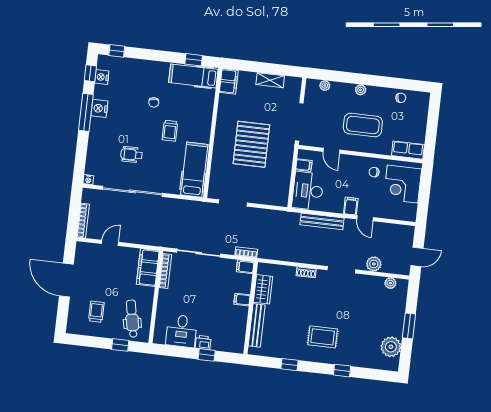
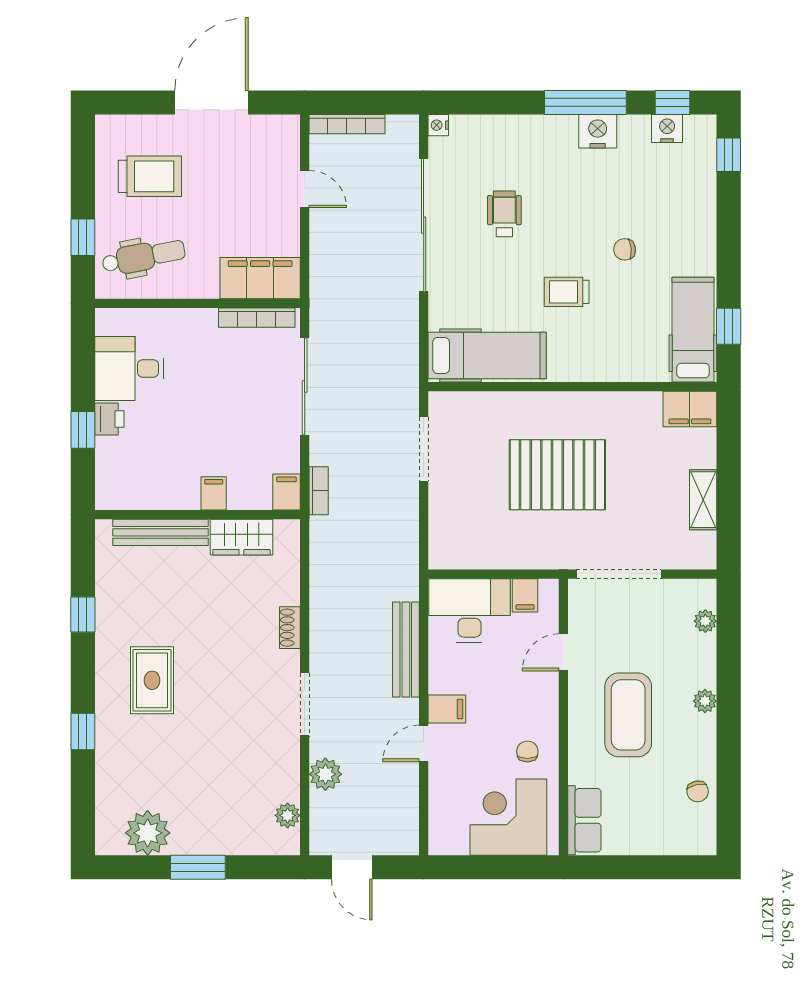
trolley: (96, 312) -> (150, 176), width x1.36, depth x1.39

